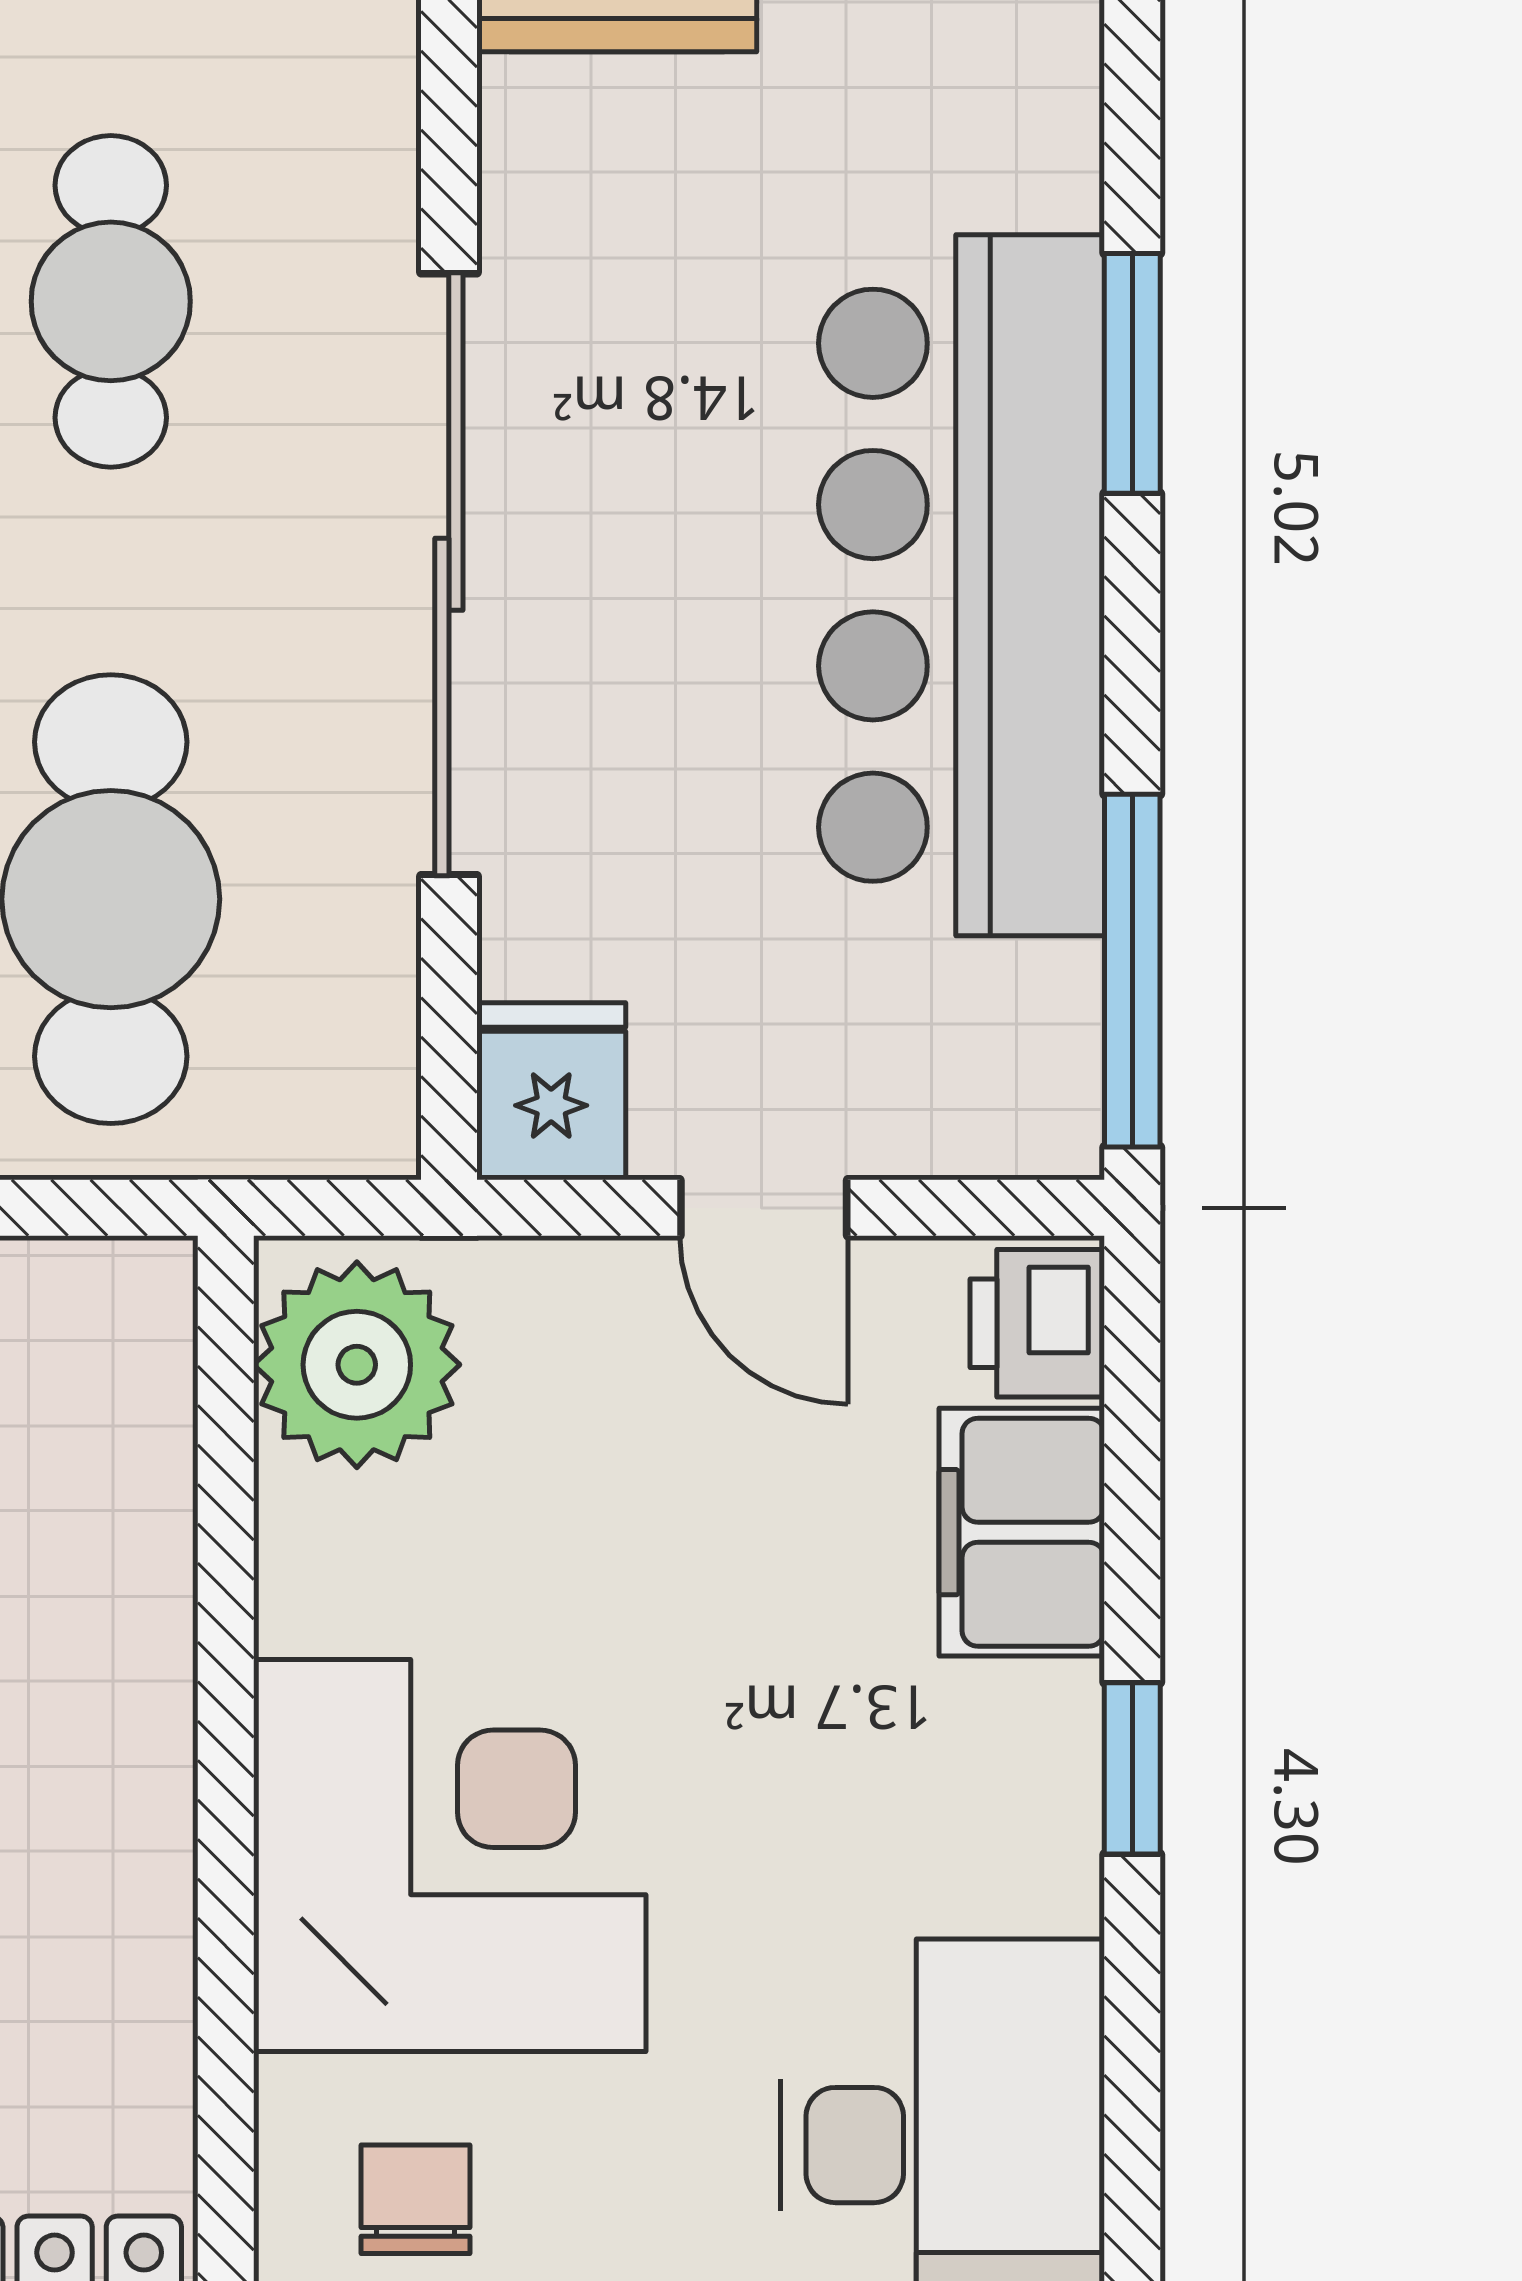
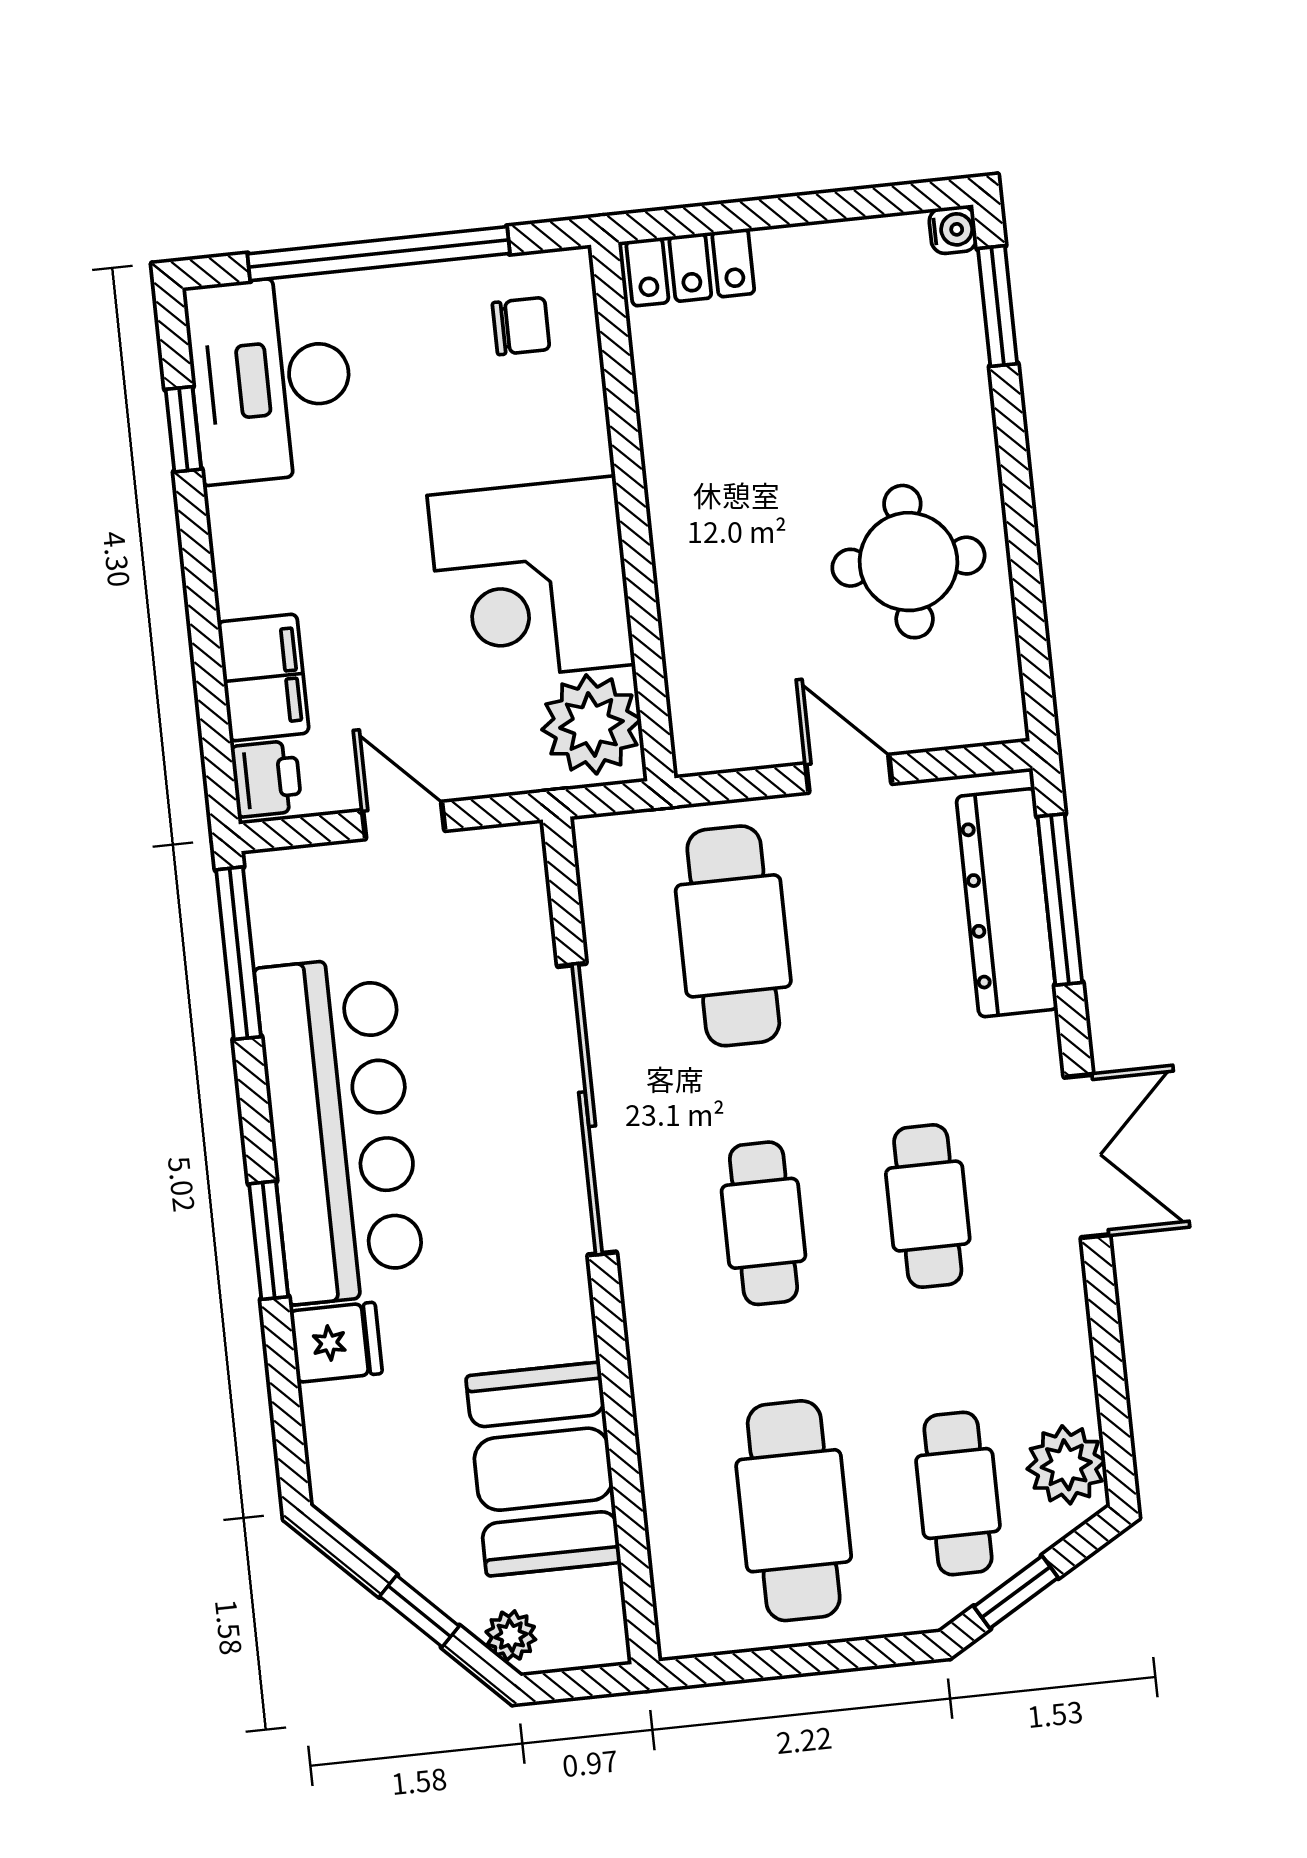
fridge: (551, 1091) -> (336, 1342), moved, turned -90
window: (1132, 1768) -> (183, 429), moved
corner desk: (450, 1855) -> (531, 580), moved
chair: (416, 2199) -> (521, 326), turned -90

